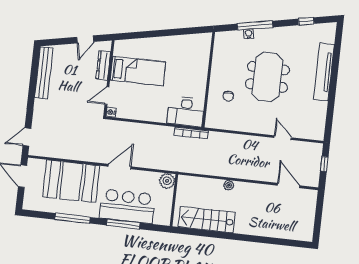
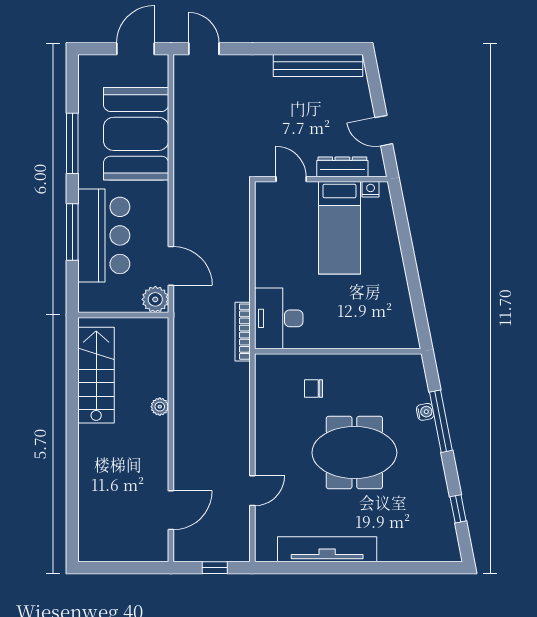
tv unit: (324, 72) -> (327, 549), moved
nightstand: (111, 112) -> (371, 189), moved
door: (119, 167) -> (171, 266), moved

